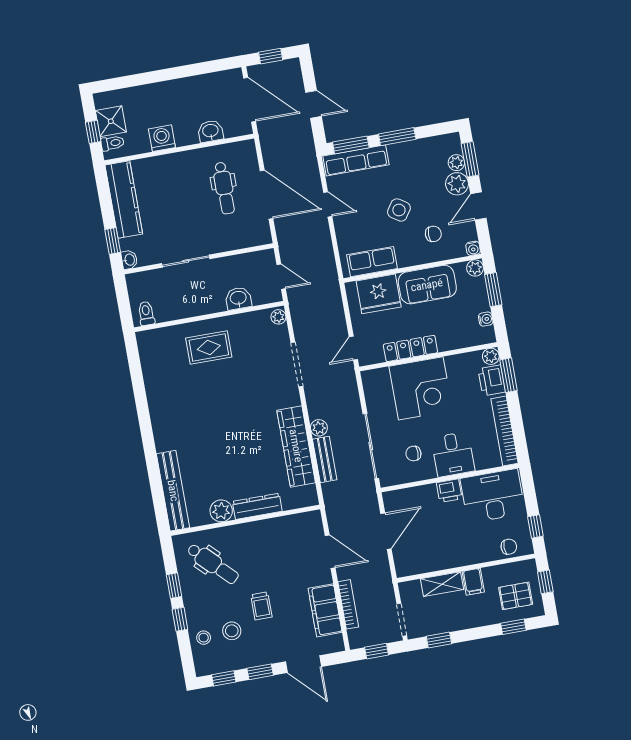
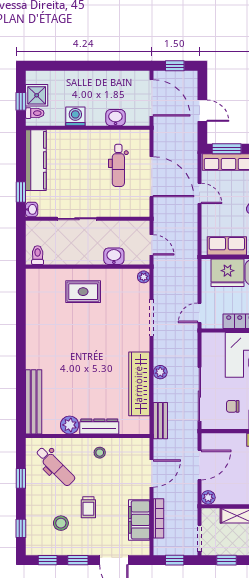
bench: (325, 459) -> (160, 421), moved
door: (330, 552) -> (152, 473), hinge flipped
plant: (403, 568) -> (208, 497), added
window: (180, 619) -> (21, 528), moved
stool: (204, 638) -> (100, 453), moved

